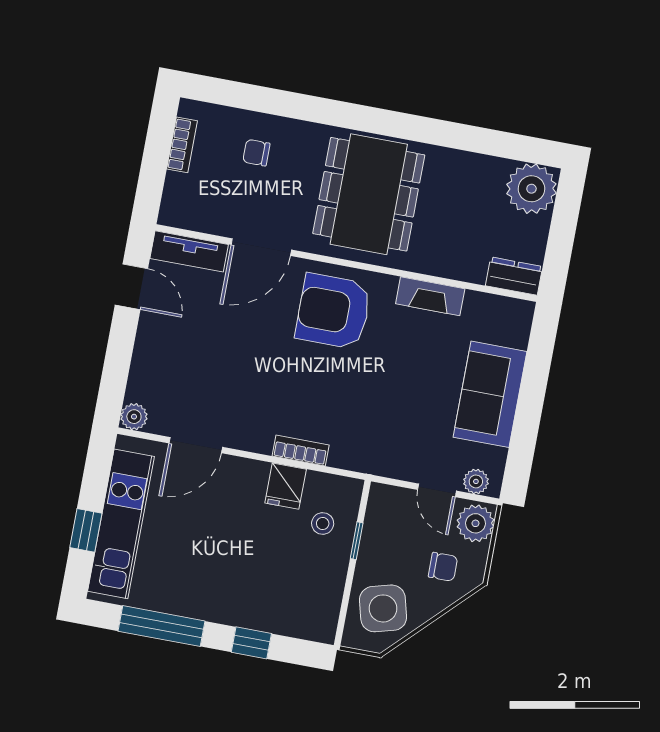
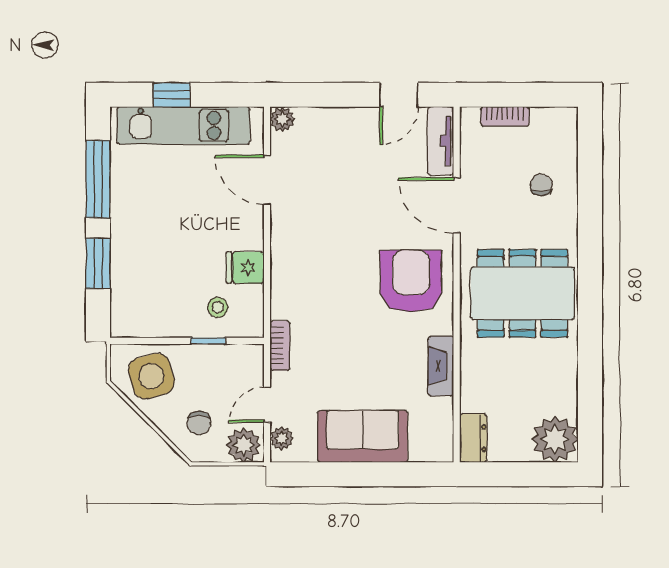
bookcase: (182, 145) -> (505, 116), moved
bookcase: (301, 451) -> (280, 346), moved
window: (251, 643) -> (98, 263), width x1.50

